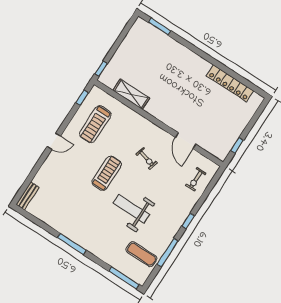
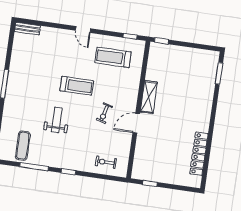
shelving: (131, 94) -> (149, 97), moved
door: (186, 141) -> (136, 123), moved
weight bench: (131, 209) -> (57, 120), width x0.73, depth x0.75

